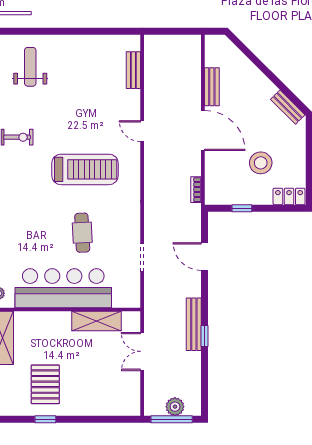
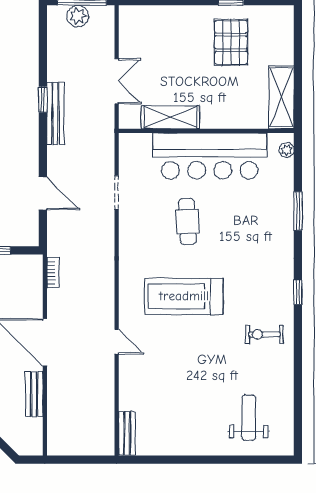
weight bench: (30, 67) -> (249, 418), turned 180
bench: (133, 70) -> (127, 433), moved

